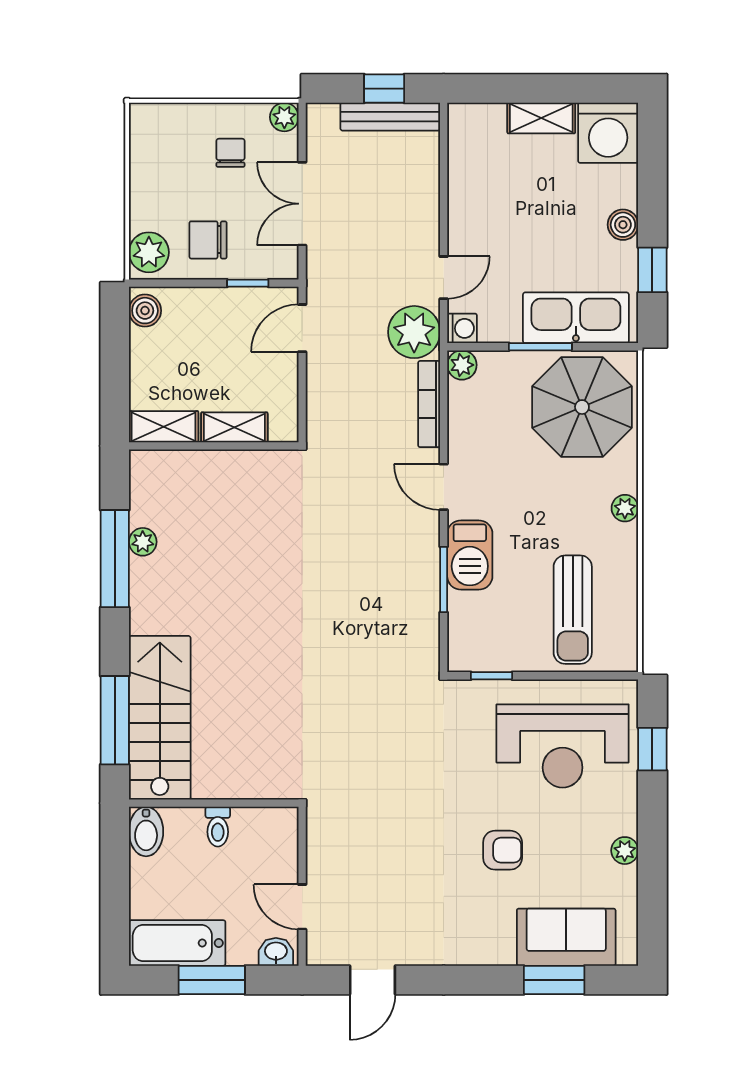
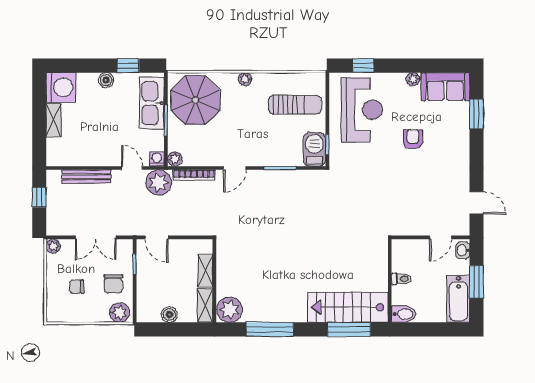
bench: (390, 117) -> (86, 177), moved, turned 90
chair: (230, 153) -> (77, 287), moved
boiler: (145, 311) -> (169, 315), moved
plant: (143, 542) -> (230, 310), moved, width x1.87, depth x1.87
barbecue: (470, 555) -> (314, 149), moved, turned -90
sofa: (566, 937) -> (445, 87), moved, turned -90

